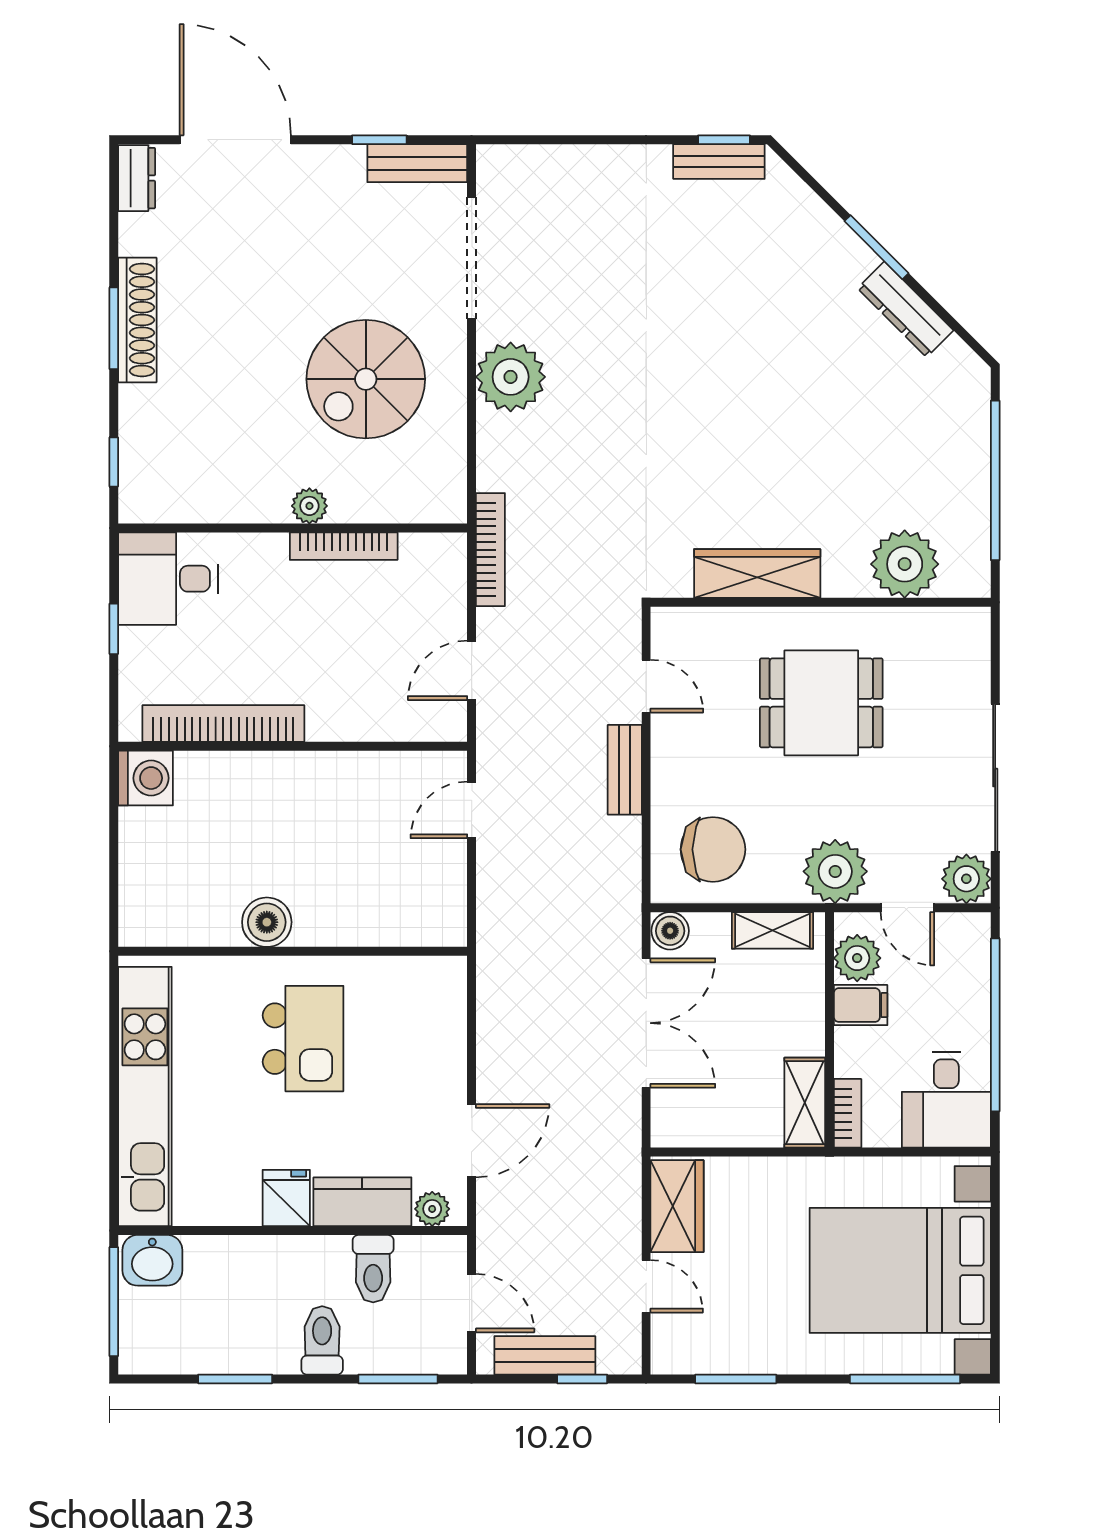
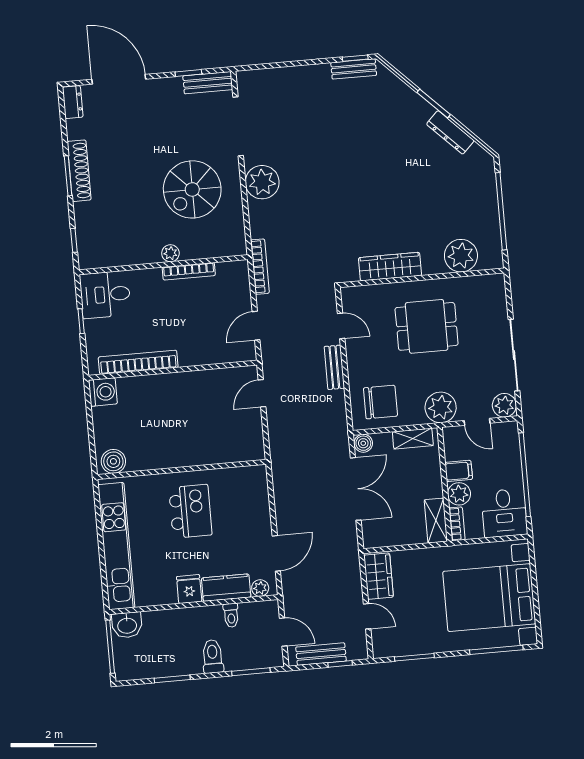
boiler: (267, 922) -> (113, 461), moved
plant: (857, 958) -> (459, 494), moved
toilet: (373, 1269) -> (231, 615), width x0.73, depth x0.72

